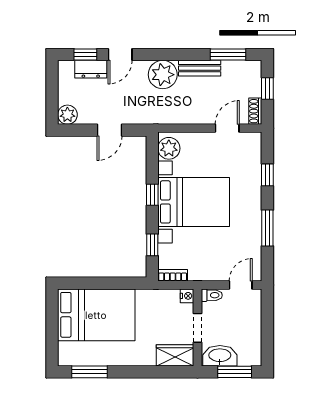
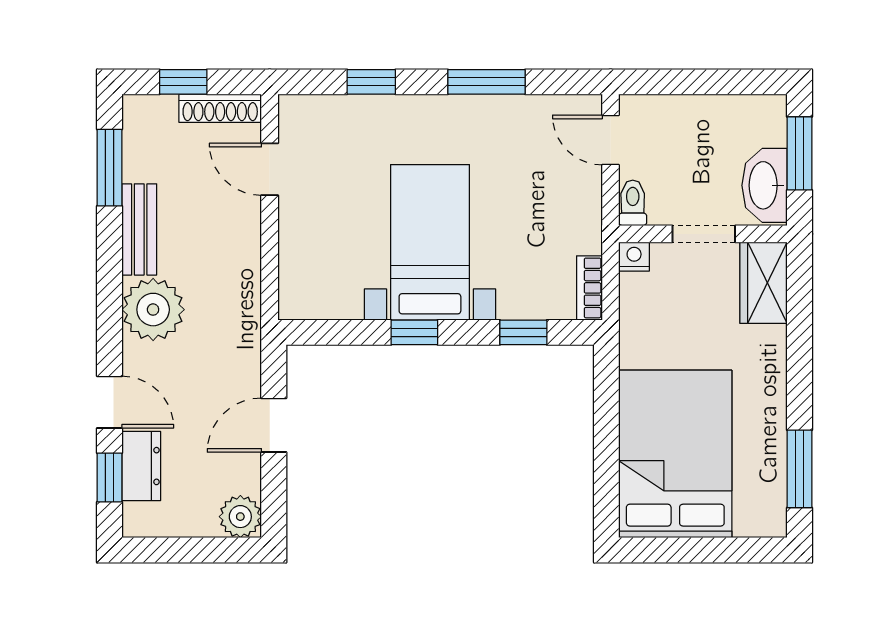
shoe rack: (255, 111) -> (220, 108), width x1.43
door: (110, 130) -> (274, 425), swing flipped
plant: (169, 148) -> (313, 296), removed
bed with nightstands: (194, 202) -> (430, 242), width x0.73

